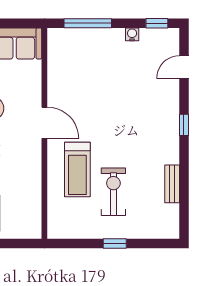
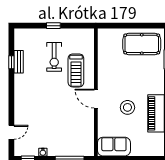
window: (184, 125) -> (11, 62), moved
treadmill: (77, 169) -> (76, 70), turned 180

